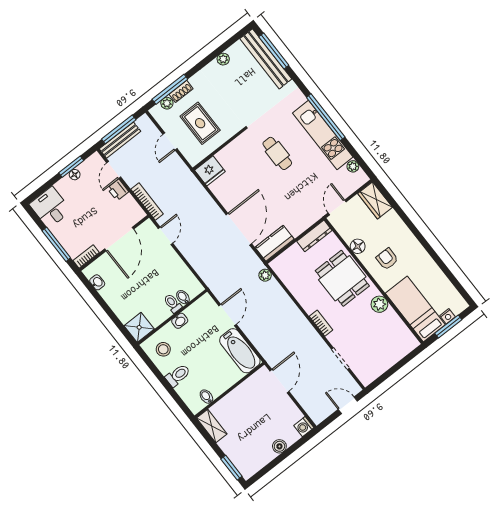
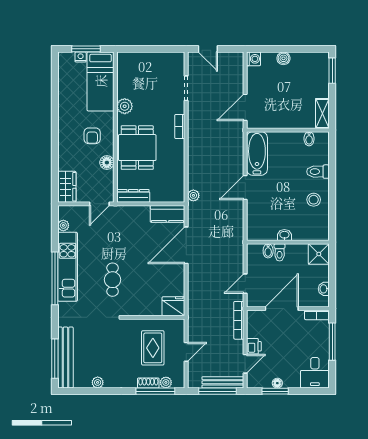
bidet: (183, 297) -> (268, 251), moved
toilet: (173, 303) -> (280, 252), moved
wall: (172, 317) -> (288, 242), moved
washbasin: (180, 321) -> (284, 235), moved
shower: (139, 327) -> (319, 254), moved

